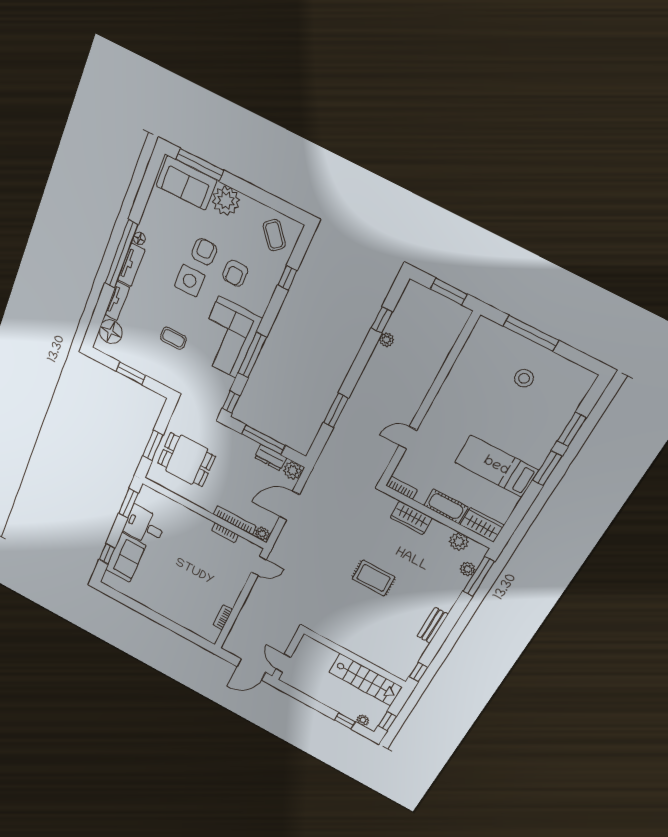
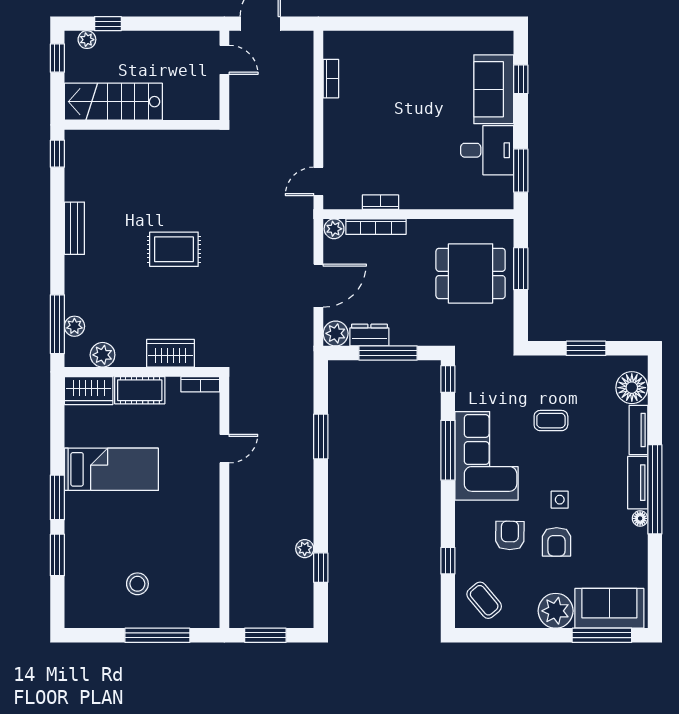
side table: (190, 281) -> (560, 500), width x0.54, depth x0.54

